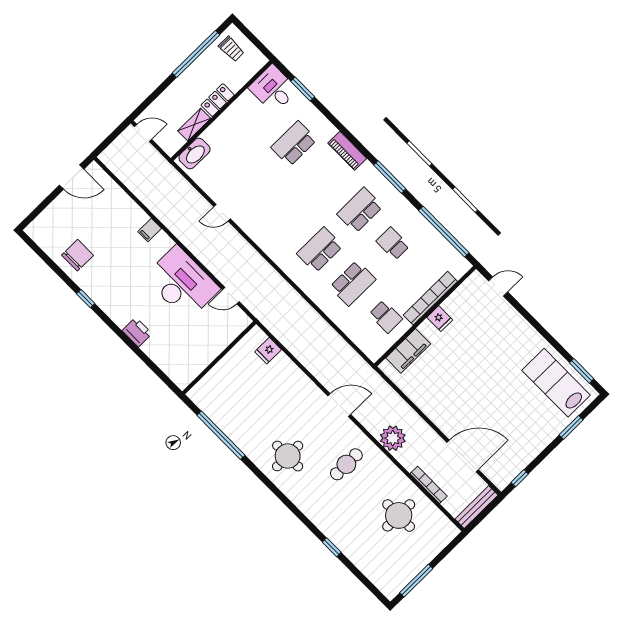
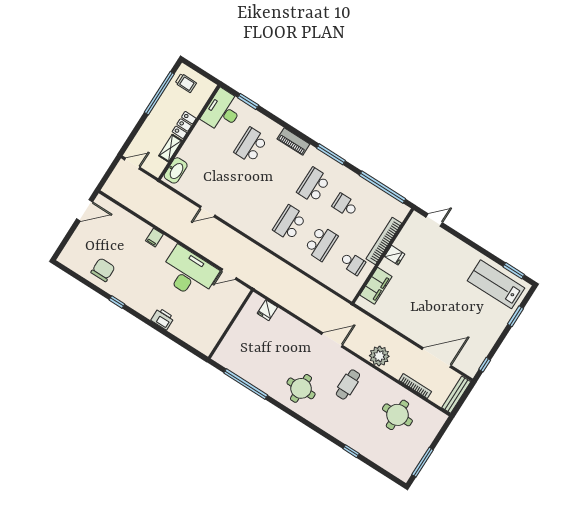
desk: (273, 89) -> (222, 111), width x1.37

